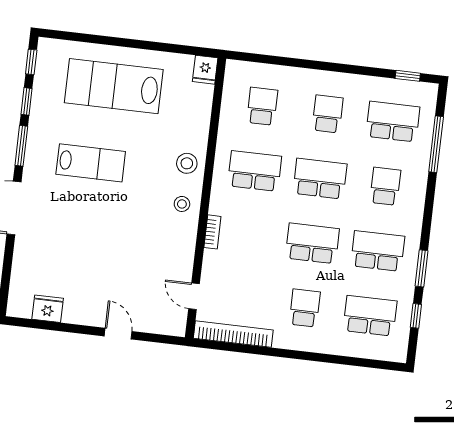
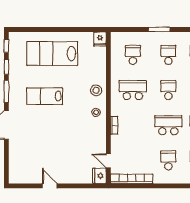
window: (316, 65) -> (159, 30), added
lab bench: (91, 163) -> (45, 96), turned 180
school desk: (320, 179) -> (168, 90), width x0.54
fridge: (48, 309) -> (99, 176), moved, turned -90
door: (118, 334) -> (50, 186), moved

